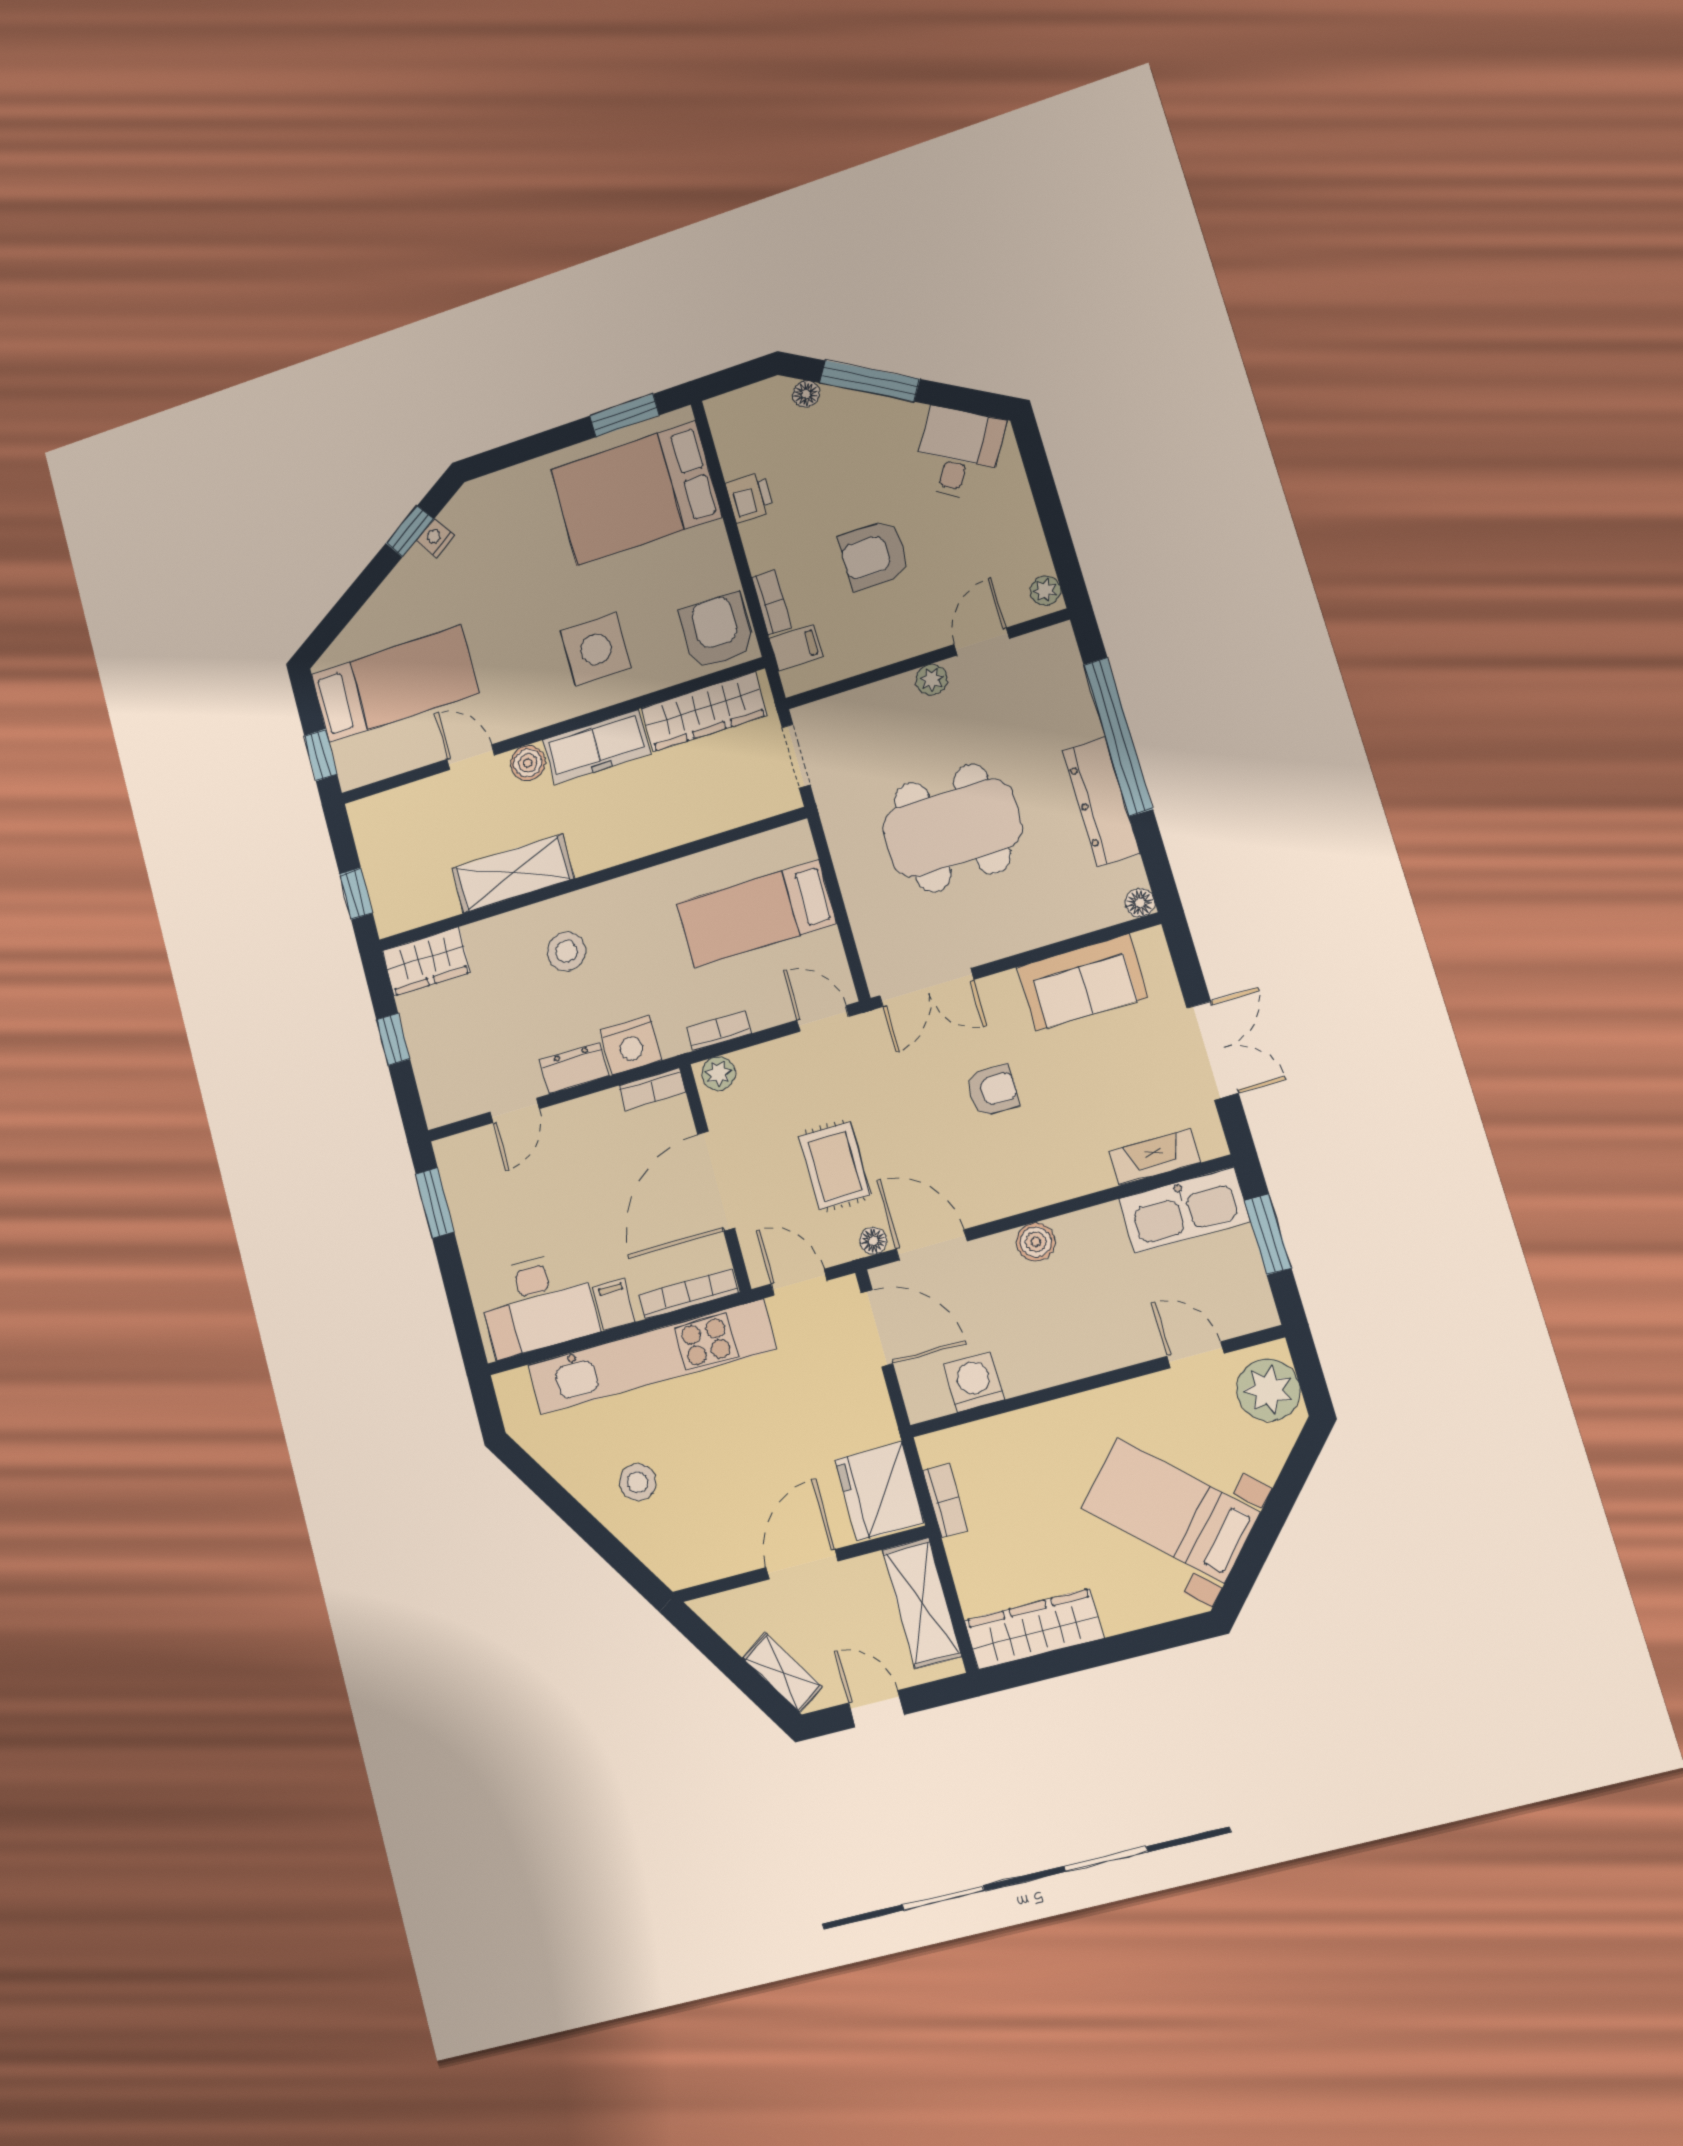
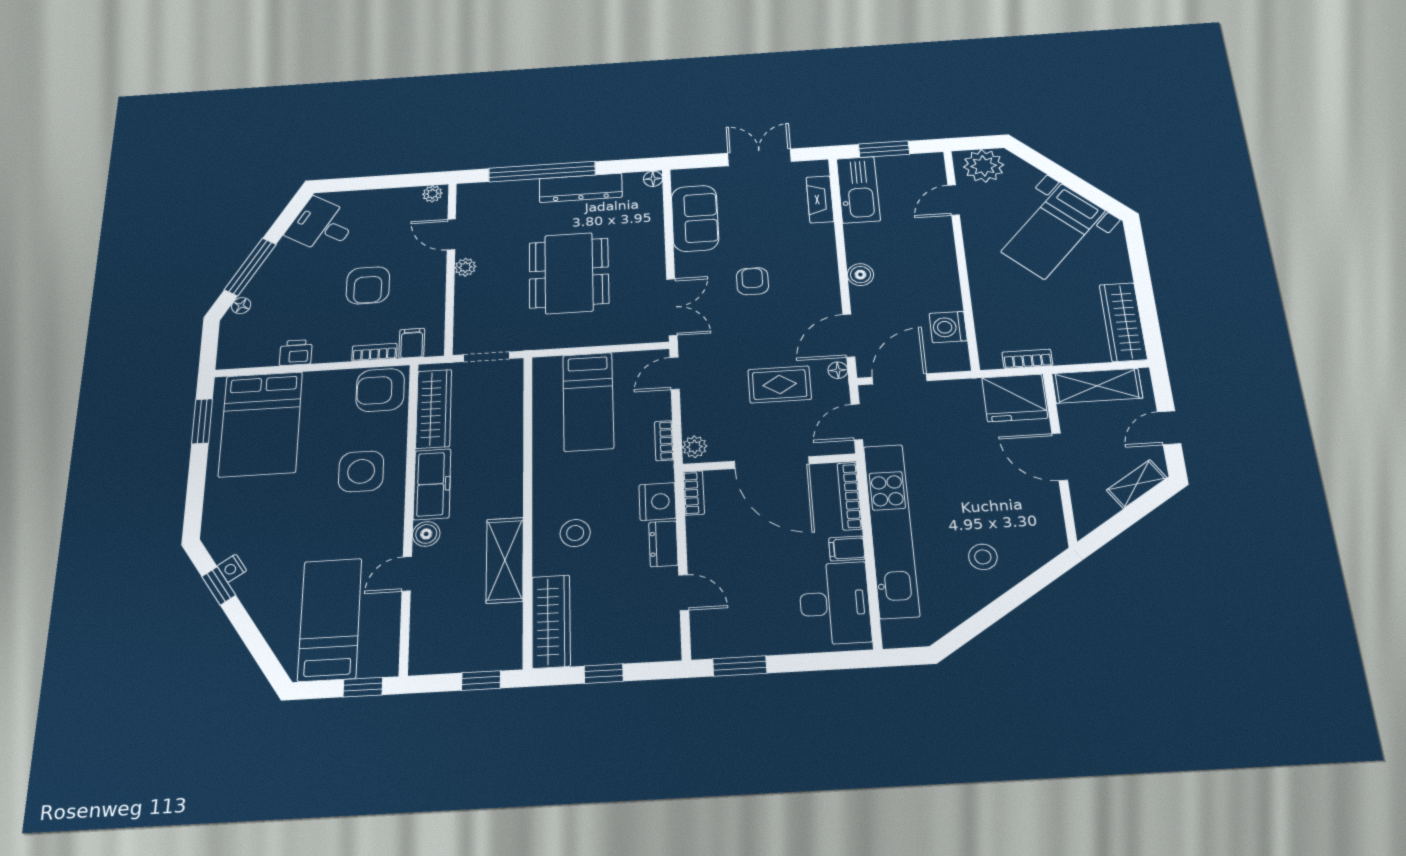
wardrobe: (426, 962) -> (551, 621), width x1.50

